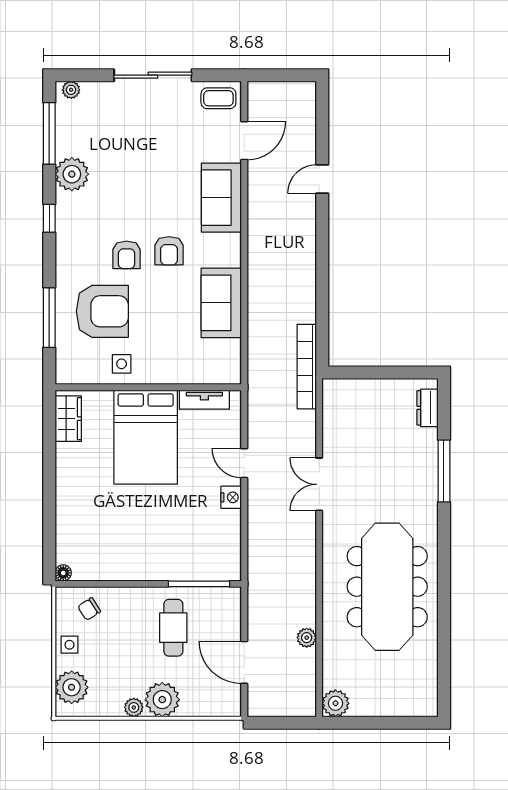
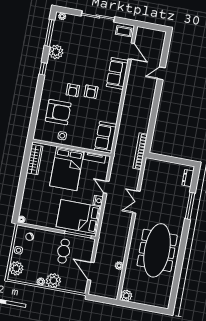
door: (244, 141) -> (131, 51), hinge flipped
sofa: (221, 303) -> (105, 138), moved
window: (49, 318) -> (35, 111), removed
wardrobe: (68, 419) -> (35, 160), width x1.50
bed: (194, 543) -> (79, 217), added

